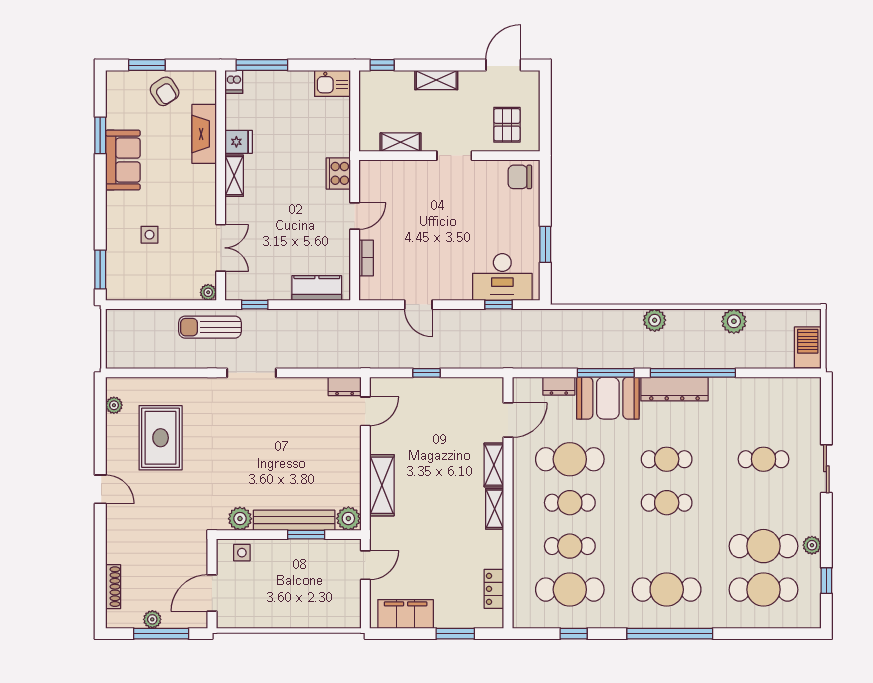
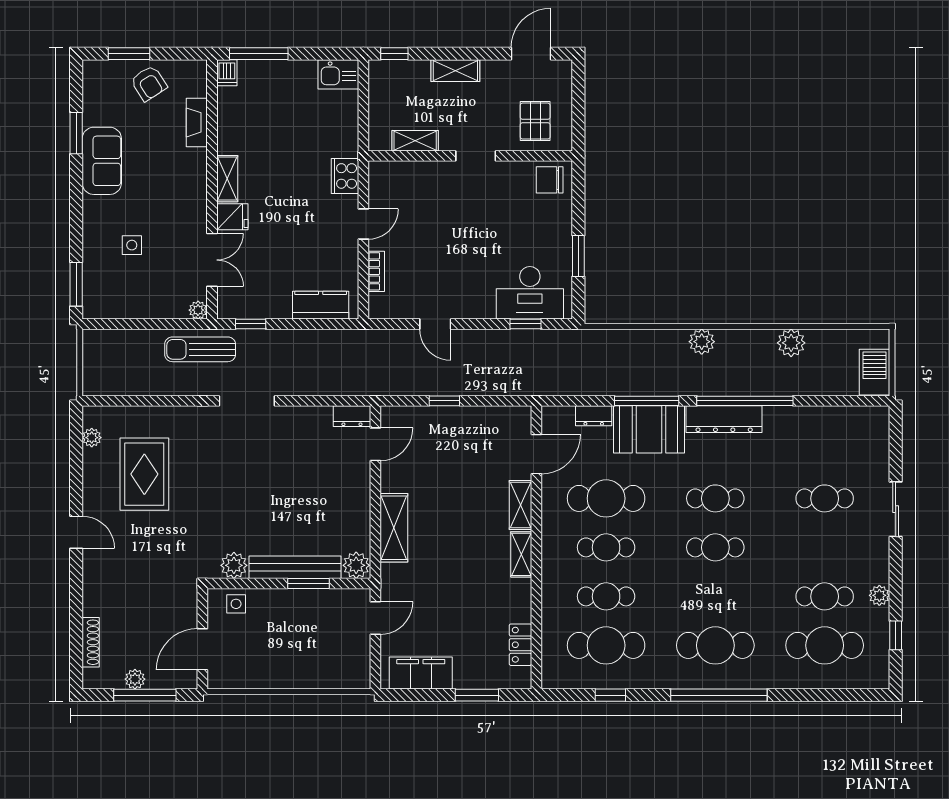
fireplace: (204, 134) -> (197, 122), width x0.73, depth x0.76
fridge: (239, 142) -> (232, 217), moved
cafe table: (763, 546) -> (825, 596), width x0.73, depth x0.74

